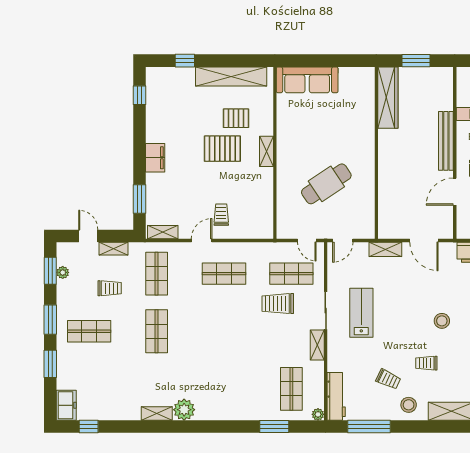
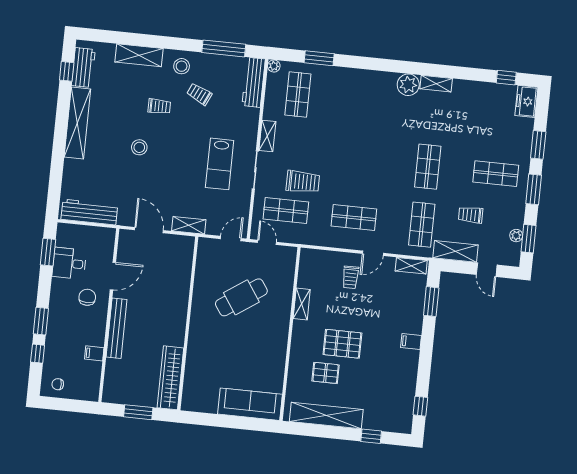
shelving: (266, 151) -> (302, 304), moved
filing cabinet: (155, 158) -> (411, 341), width x0.50
shelving: (113, 249) -> (456, 251), width x1.50, depth x1.33

